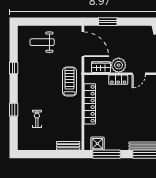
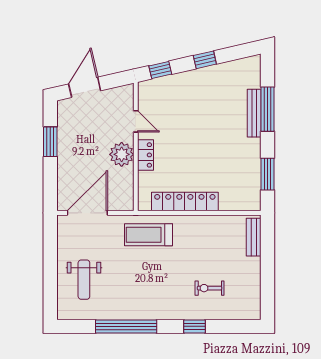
window: (108, 22) -> (50, 142), moved
wardrobe: (101, 67) -> (125, 183), removed
window: (14, 68) -> (126, 326), width x3.17
shower: (97, 144) -> (250, 189), removed
window: (107, 154) -> (267, 174), width x0.69

